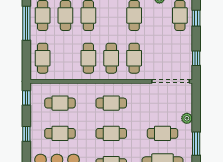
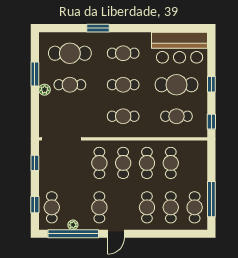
cafe table: (43, 58) -> (171, 163), moved
plant: (187, 118) -> (45, 90), moved
cafe table: (60, 133) -> (176, 85), width x1.37, depth x1.35

